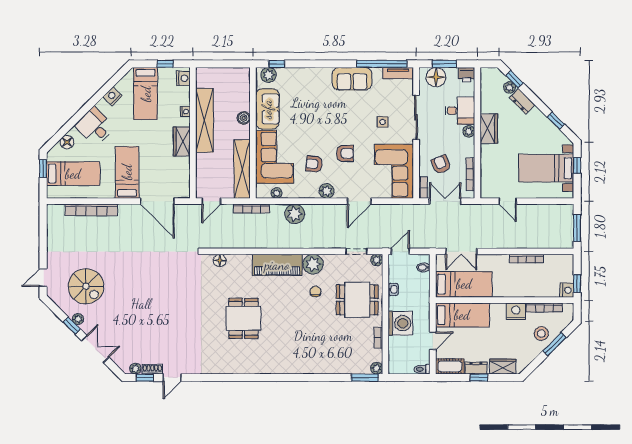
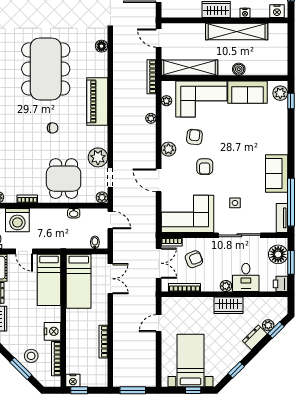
plant: (295, 214) -> (151, 118), width x0.53, depth x0.53
double door: (461, 251) -> (110, 279), swing flipped
plant: (313, 264) -> (98, 157), moved
chair: (315, 291) -> (53, 128), moved
dining table: (243, 318) -> (46, 69), width x1.88, depth x1.24
washing machine: (400, 323) -> (17, 220), moved

